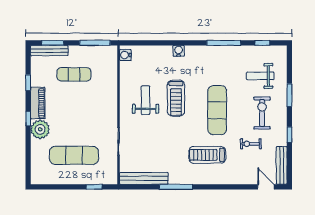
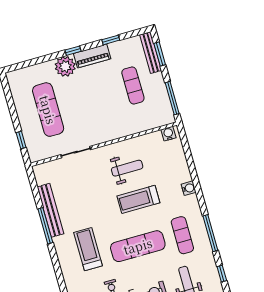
exercise mat: (219, 68) -> (182, 235), added
bench: (144, 178) -> (51, 210), moved

